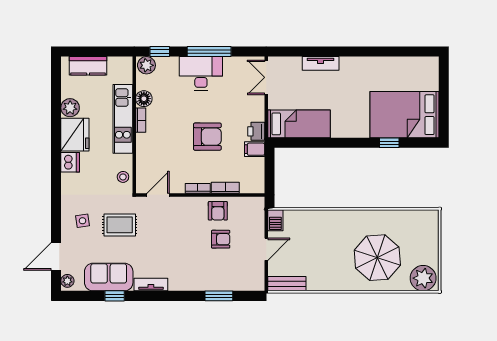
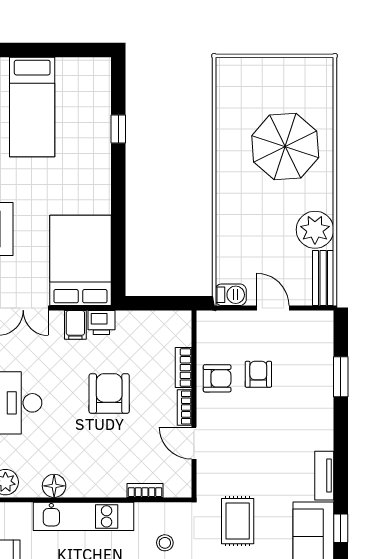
bed: (404, 115) -> (32, 107), moved, width x0.67
bookcase: (141, 120) -> (145, 490), moved
bed: (299, 124) -> (80, 260), width x1.50
filing cabinet: (255, 149) -> (75, 325), moved
stool: (123, 177) -> (165, 543), moved
door: (158, 195) -> (194, 443), moved
plant: (423, 278) -> (315, 230), moved

